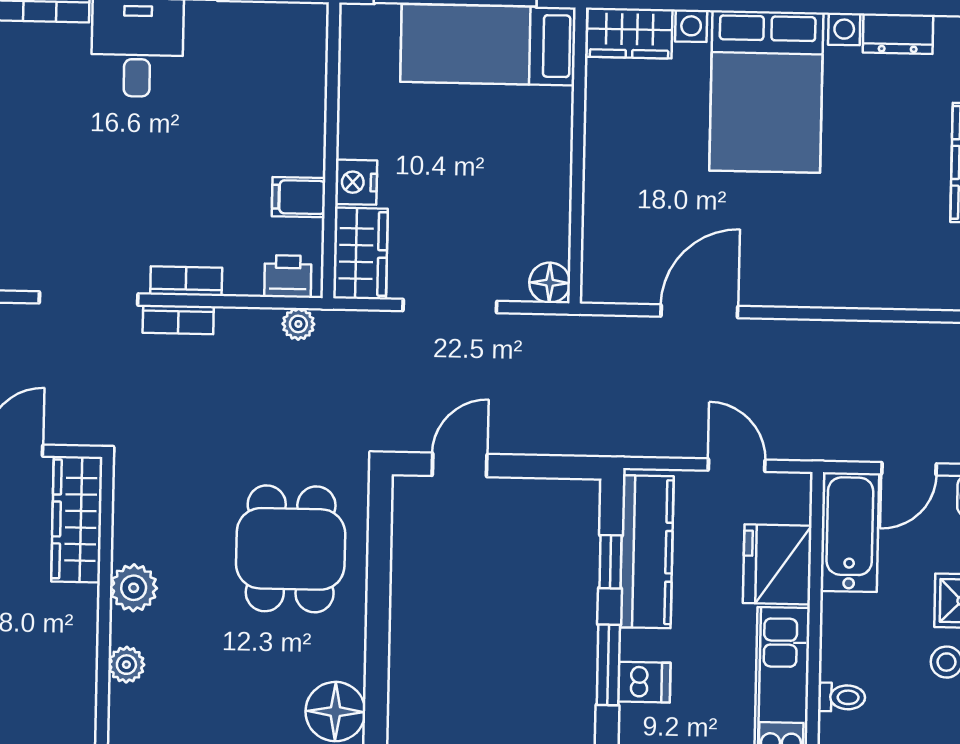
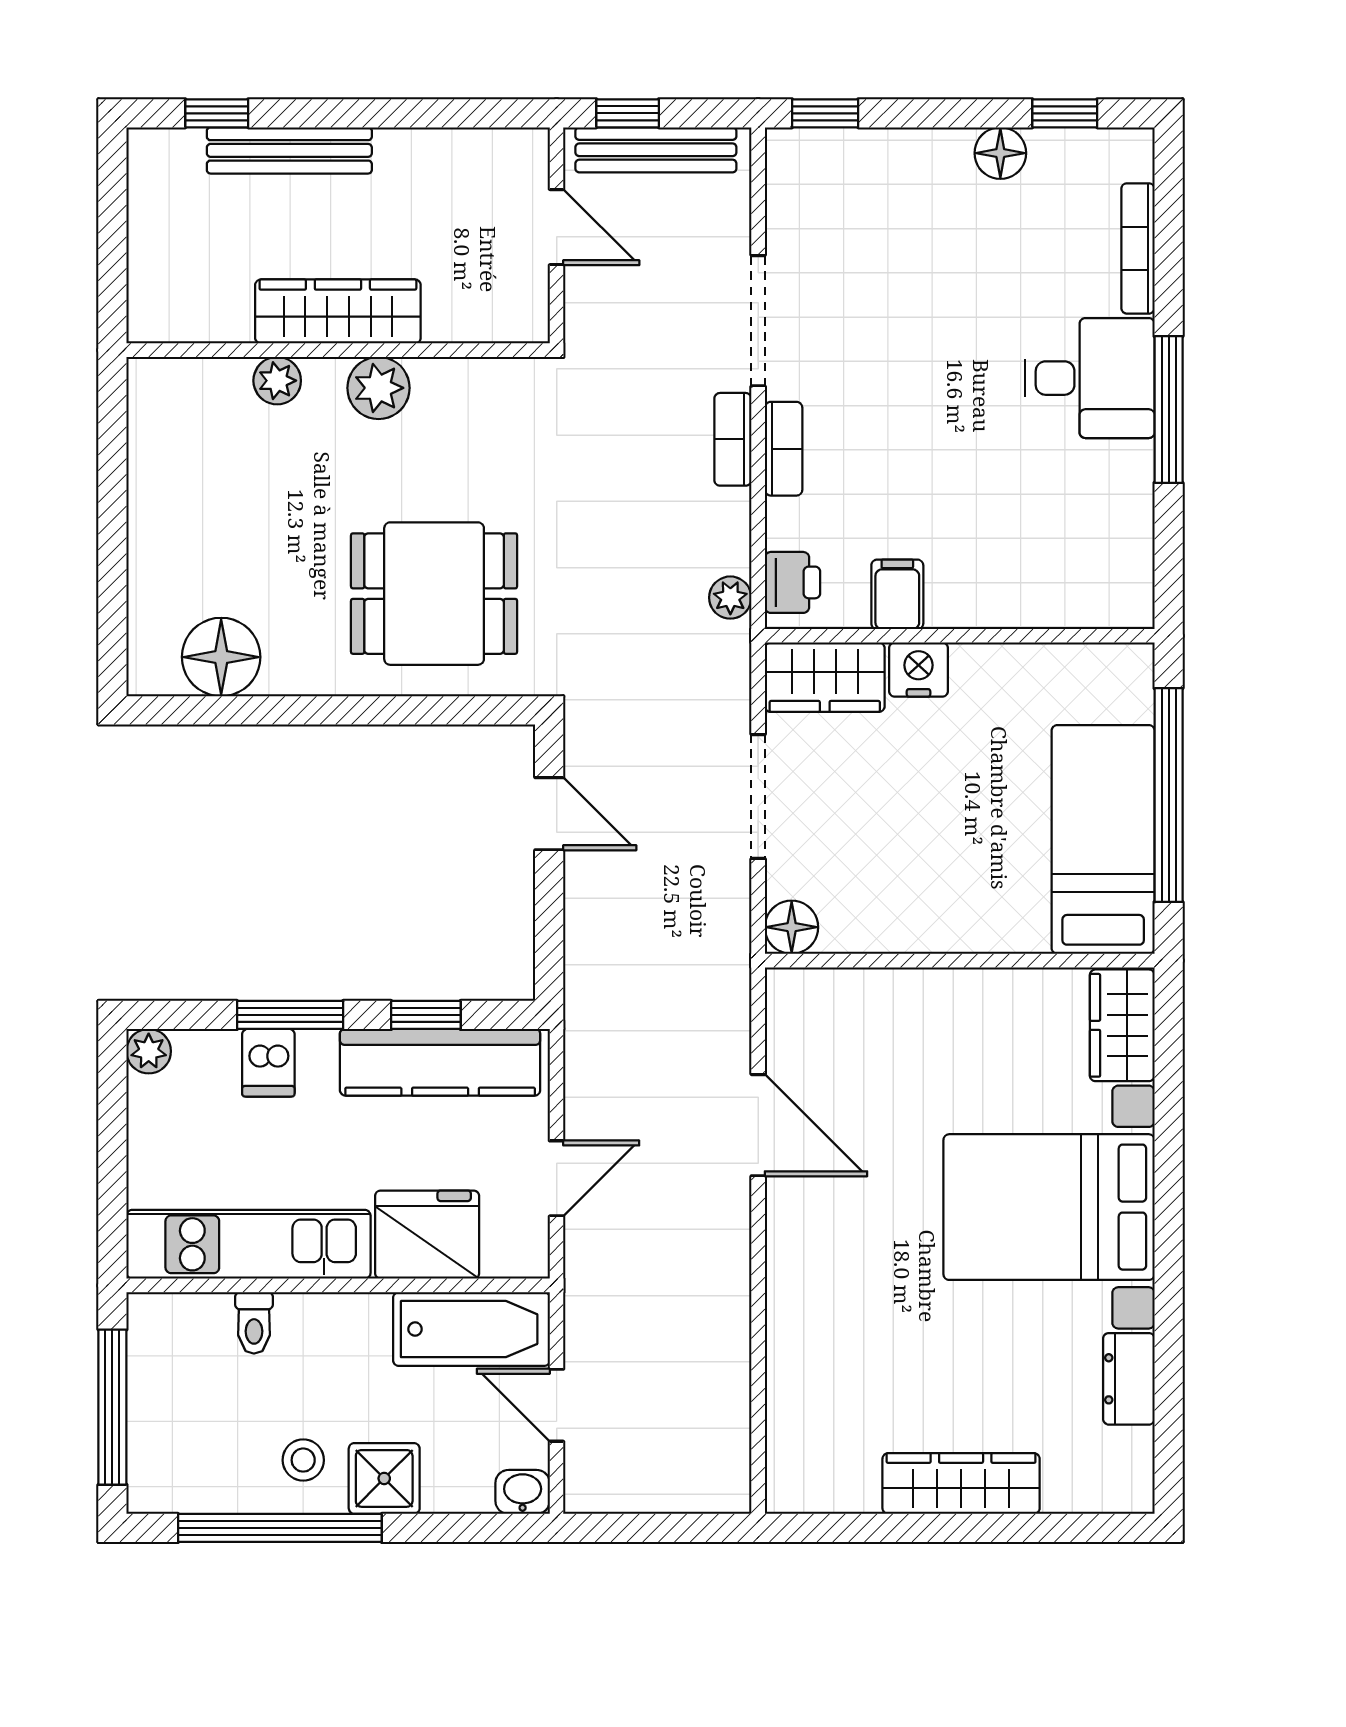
wardrobe: (77, 519) -> (338, 311), moved

